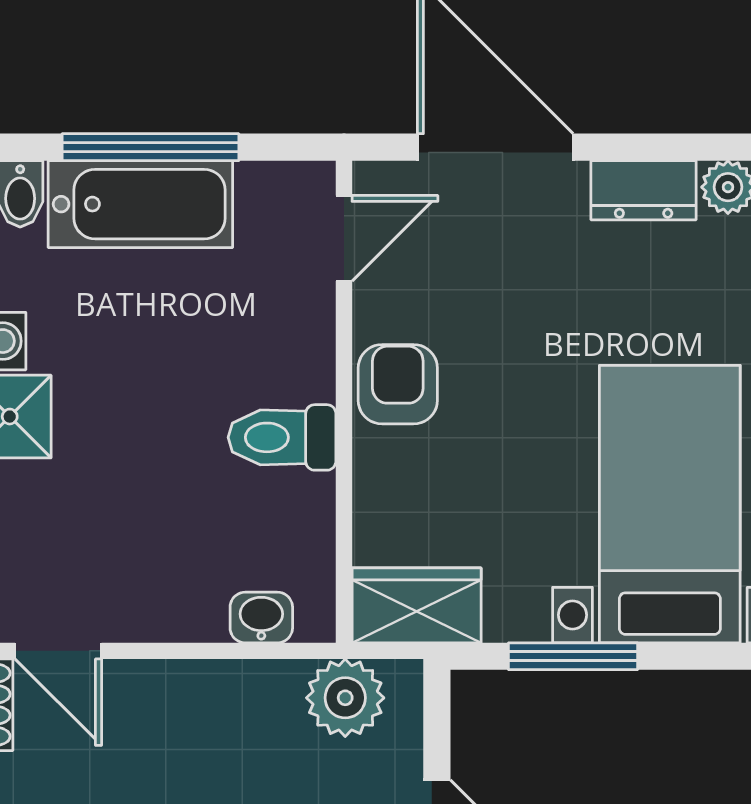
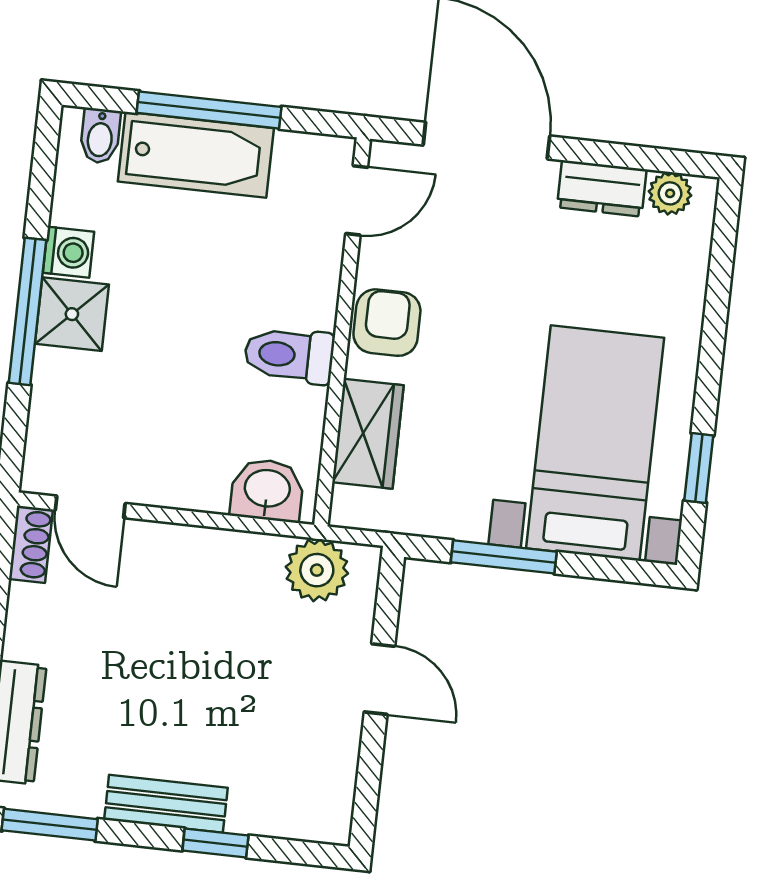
wardrobe: (417, 605) -> (368, 434), moved, turned 90
washbasin: (261, 617) -> (267, 490), width x1.38, depth x1.45

